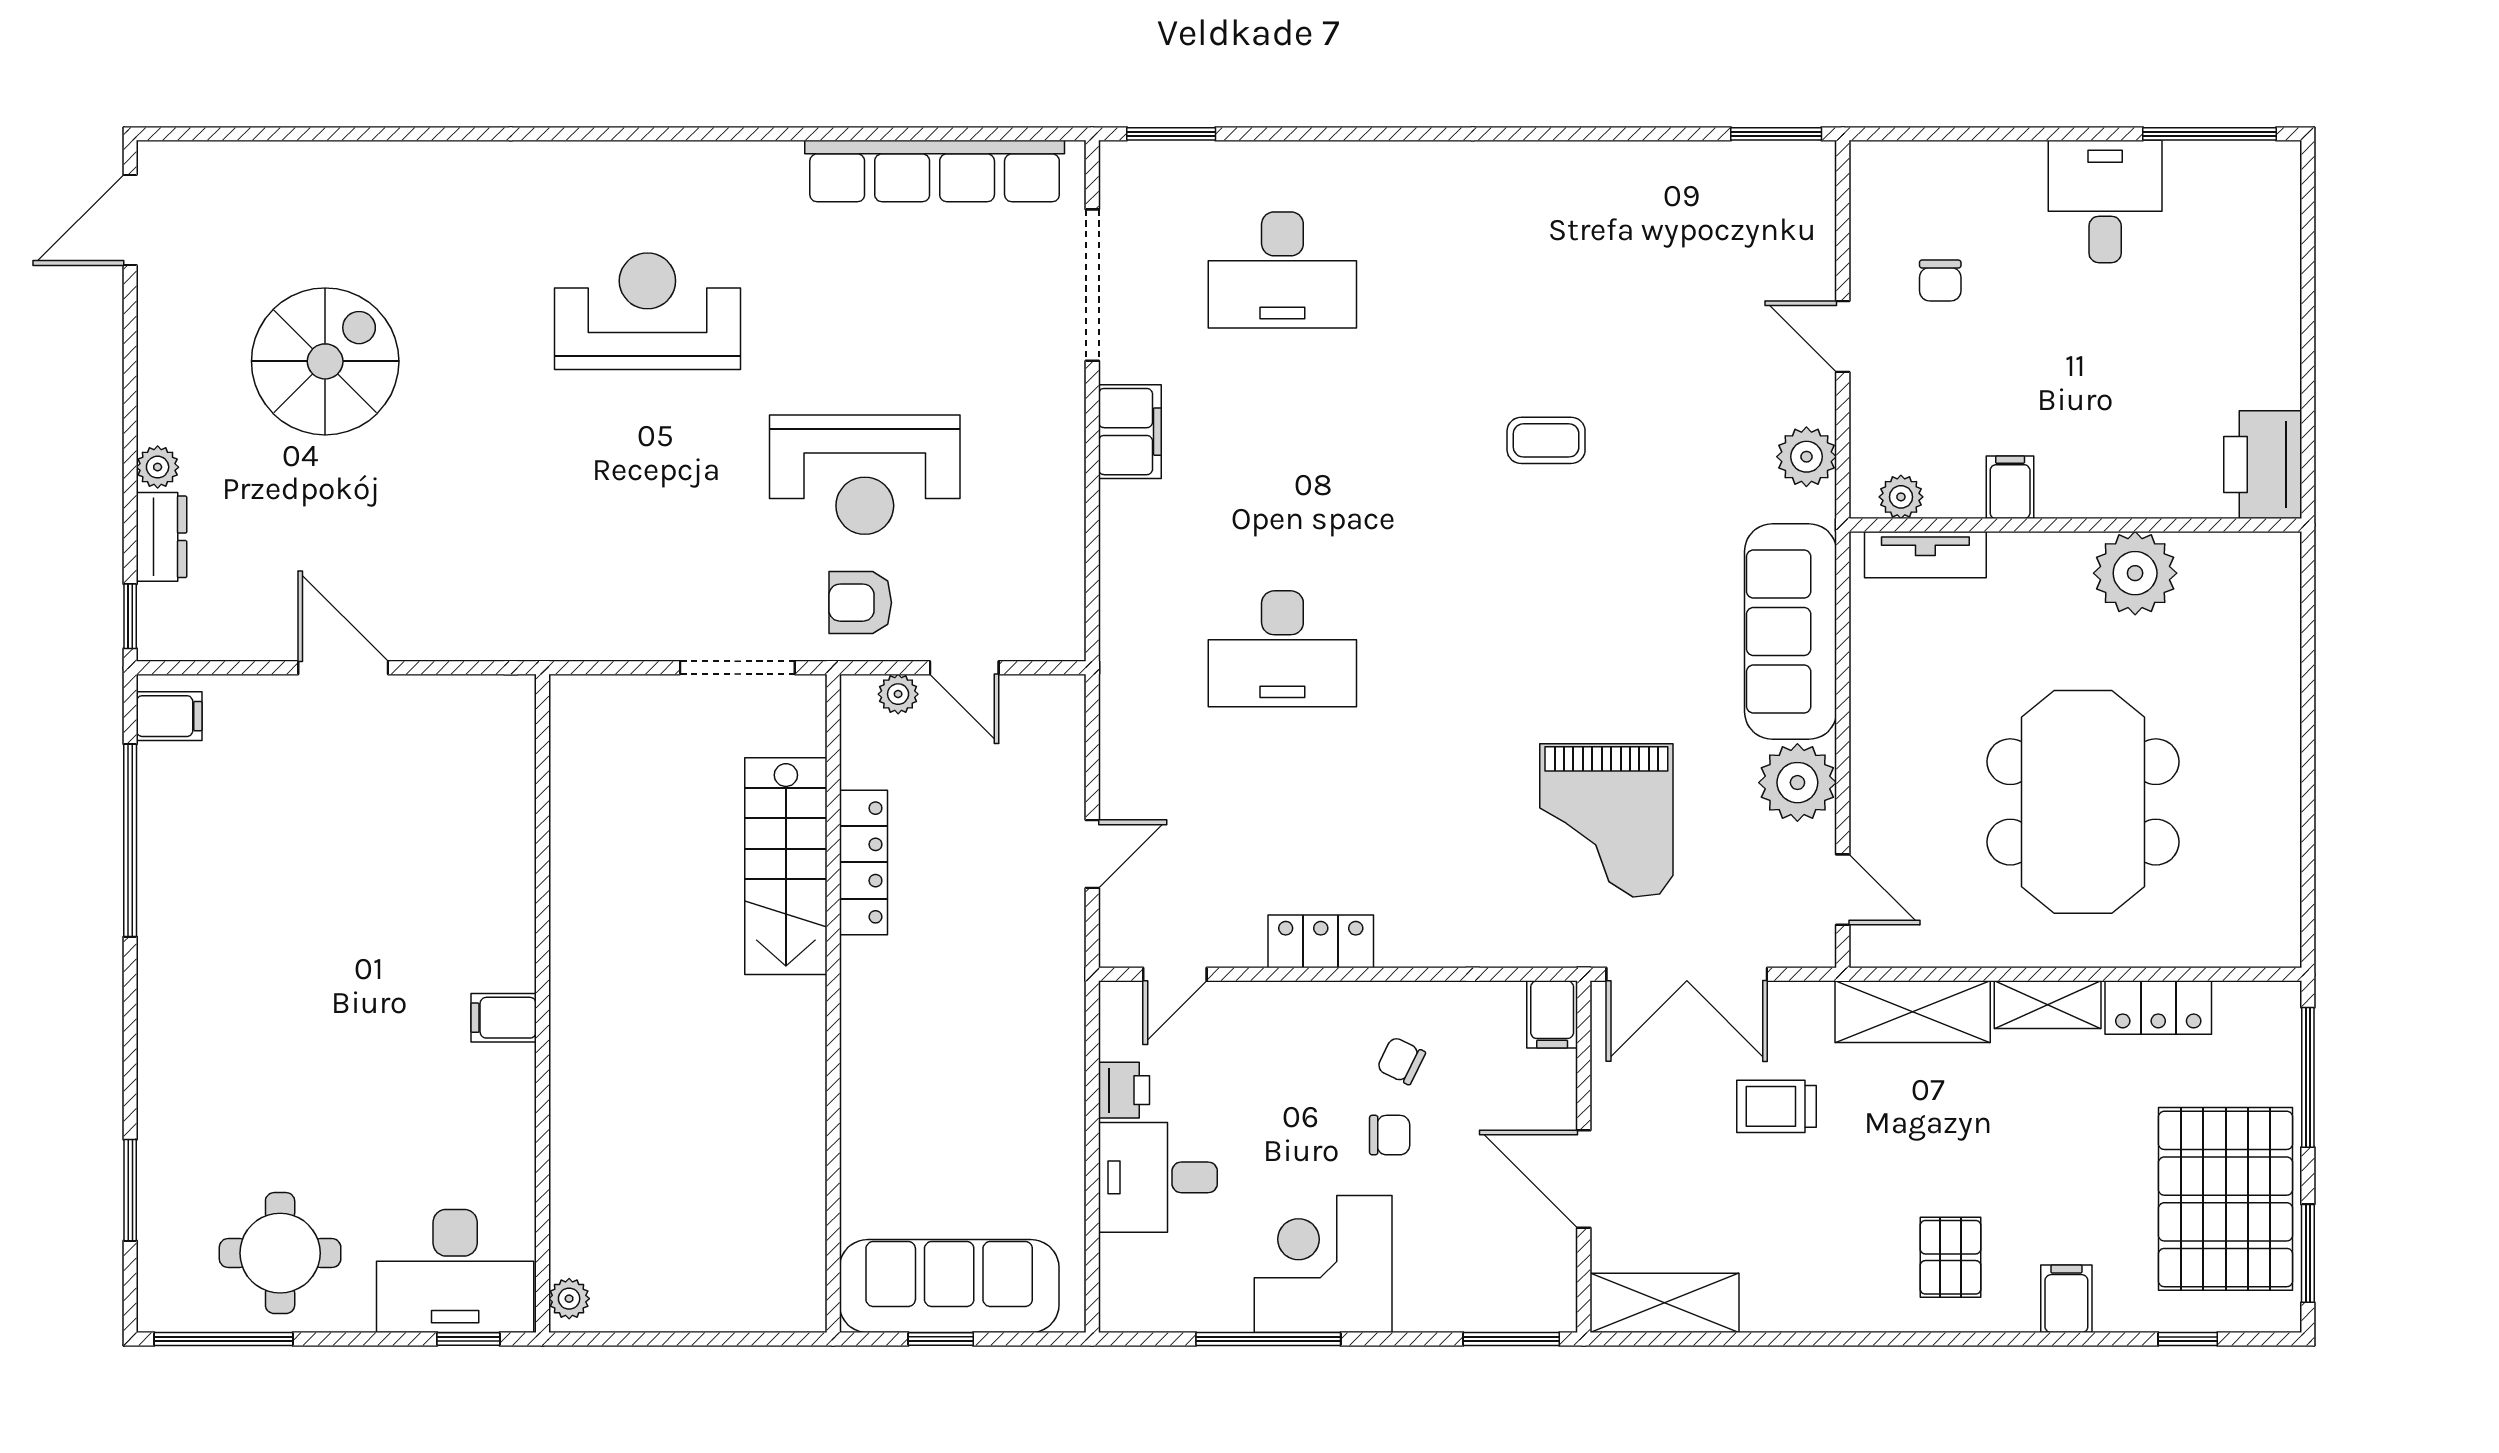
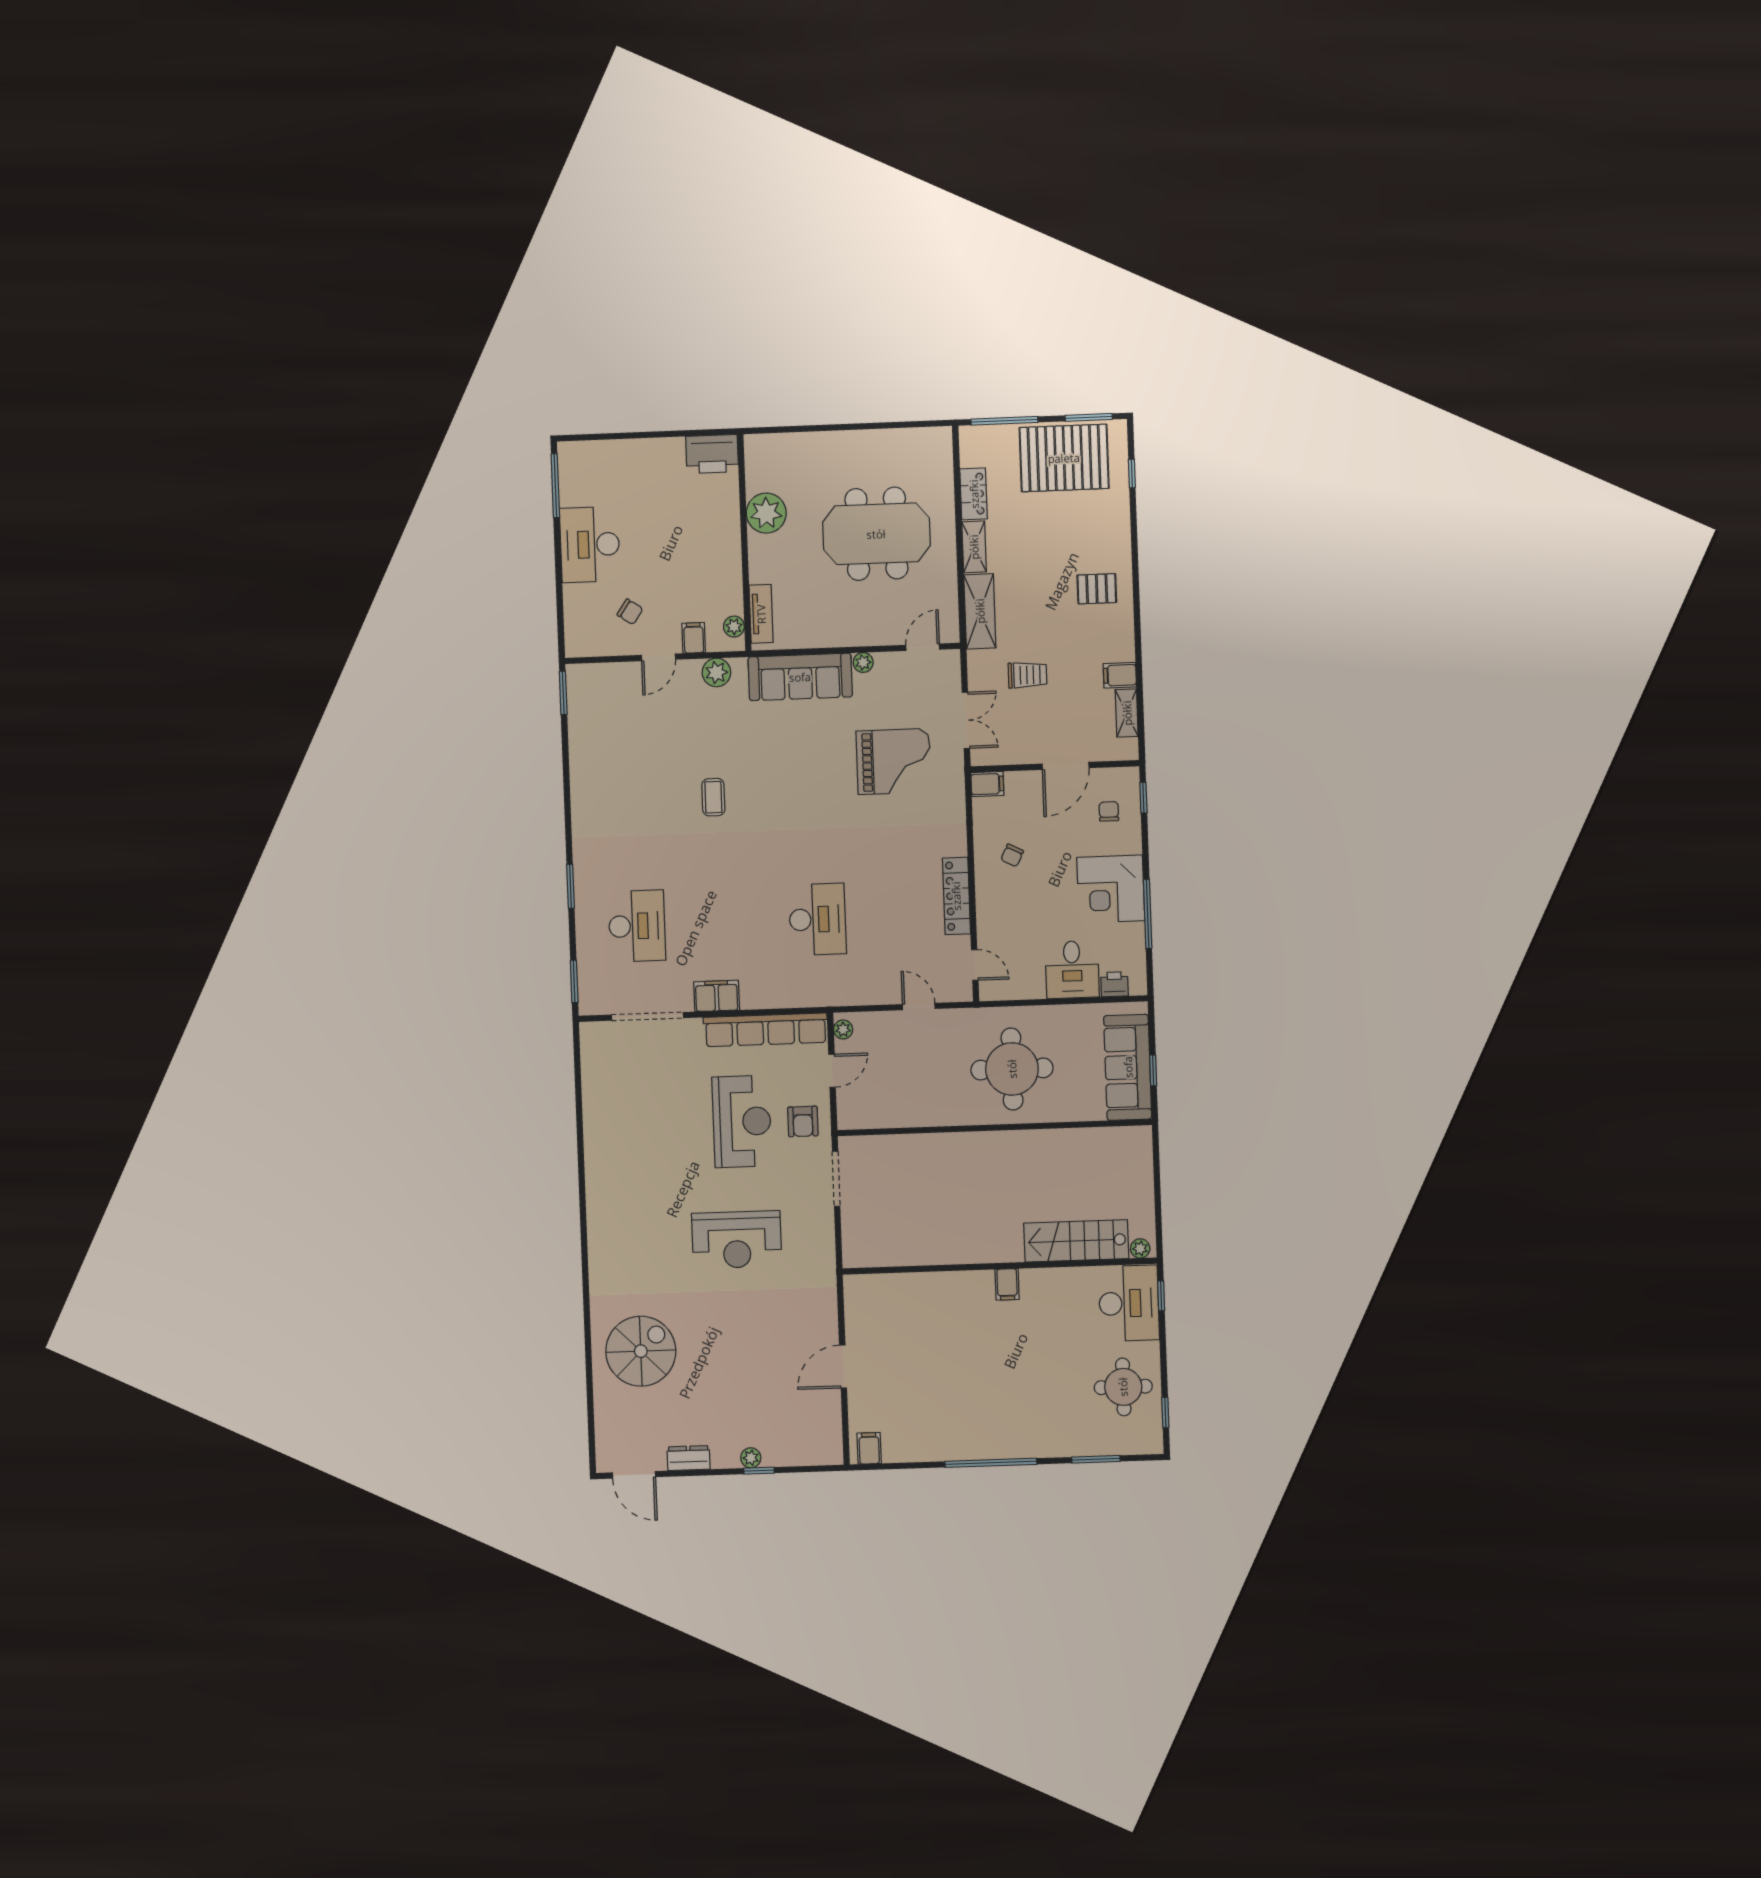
window: (1371, 134) -> (571, 886), added
row of seats: (935, 171) -> (766, 1030), moved, turned 90
desk: (2105, 201) -> (590, 544), width x1.37
chair: (1940, 280) -> (630, 612), turned 34
reception desk: (647, 311) -> (737, 1240), moved, turned -90
spiral stairs: (325, 361) -> (641, 1351), moved, turned 90
filing cabinet: (2010, 487) -> (694, 638), moved, turned 90
dresser: (162, 537) -> (688, 1458), moved
window: (130, 616) -> (759, 1471), moved
plant: (898, 694) -> (843, 1029), moved
plant: (1797, 783) -> (863, 662), width x0.53, depth x0.53
window: (130, 840) -> (991, 1463), moved
locker: (863, 862) -> (927, 1115), removed
stairs: (786, 866) -> (1076, 1241), moved, turned 180
locker: (1321, 941) -> (956, 896), width x1.53
double door: (1687, 974) -> (966, 720), width x0.73
round table: (954, 1044) -> (1012, 1069), added
printer: (1124, 1090) -> (1114, 984), moved
trolley: (1776, 1106) -> (1027, 675), turned -90
chair: (1390, 1135) -> (1109, 811), moved
filing cabinet: (2066, 1299) -> (1120, 675), moved
shelving: (1665, 1303) -> (1127, 713), width x0.67, depth x0.75
window: (223, 1339) -> (1165, 1412), width x0.46
window: (1511, 1339) -> (1143, 798), width x0.67

